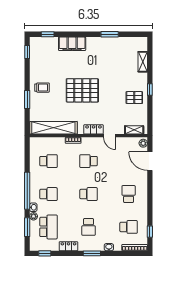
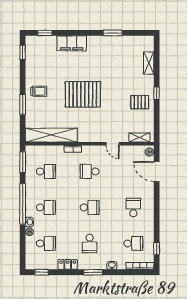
locker: (94, 129) -> (95, 137), removed
window: (27, 227) -> (23, 162), moved
school desk: (48, 227) -> (46, 243), width x0.54

